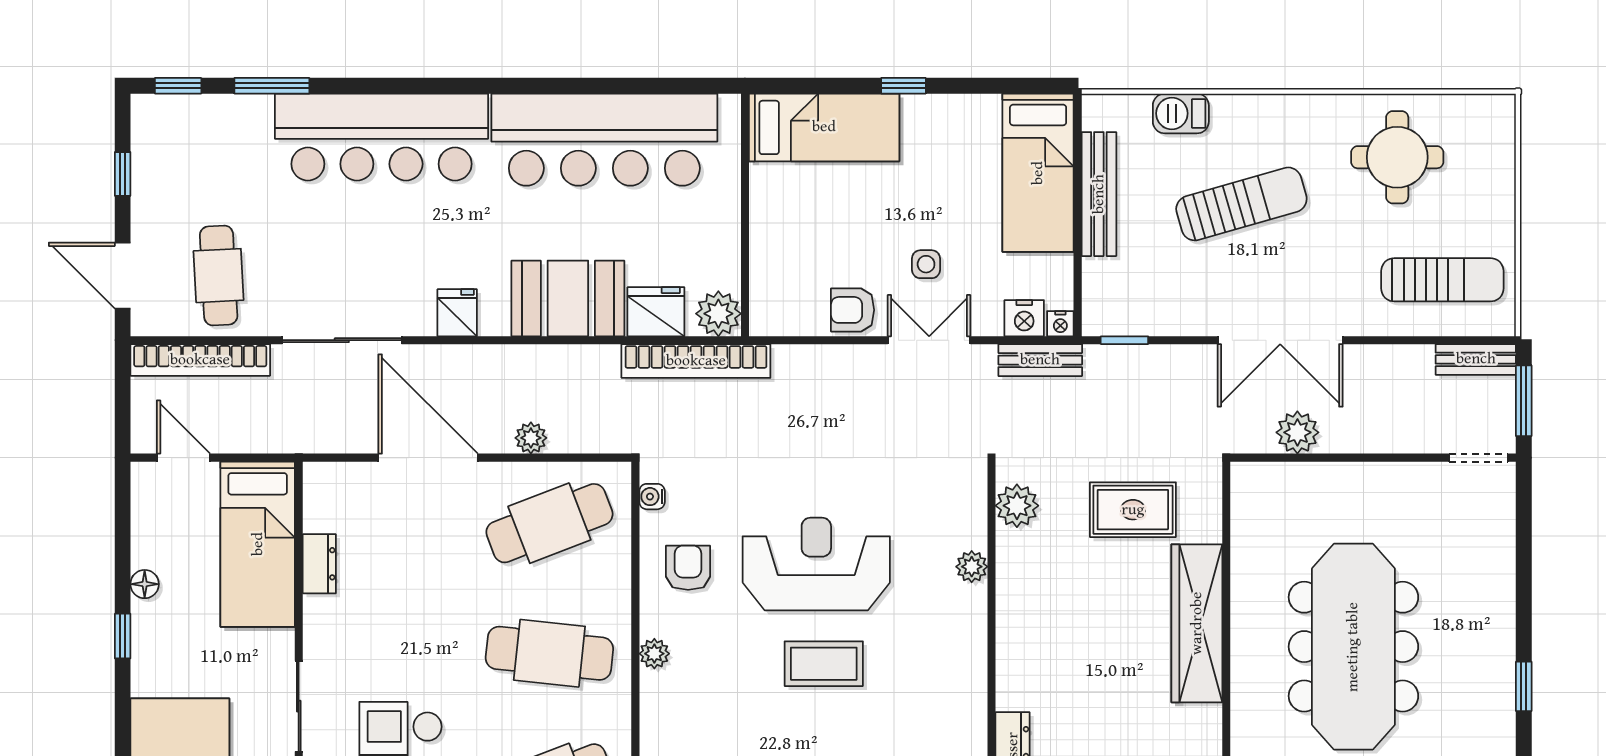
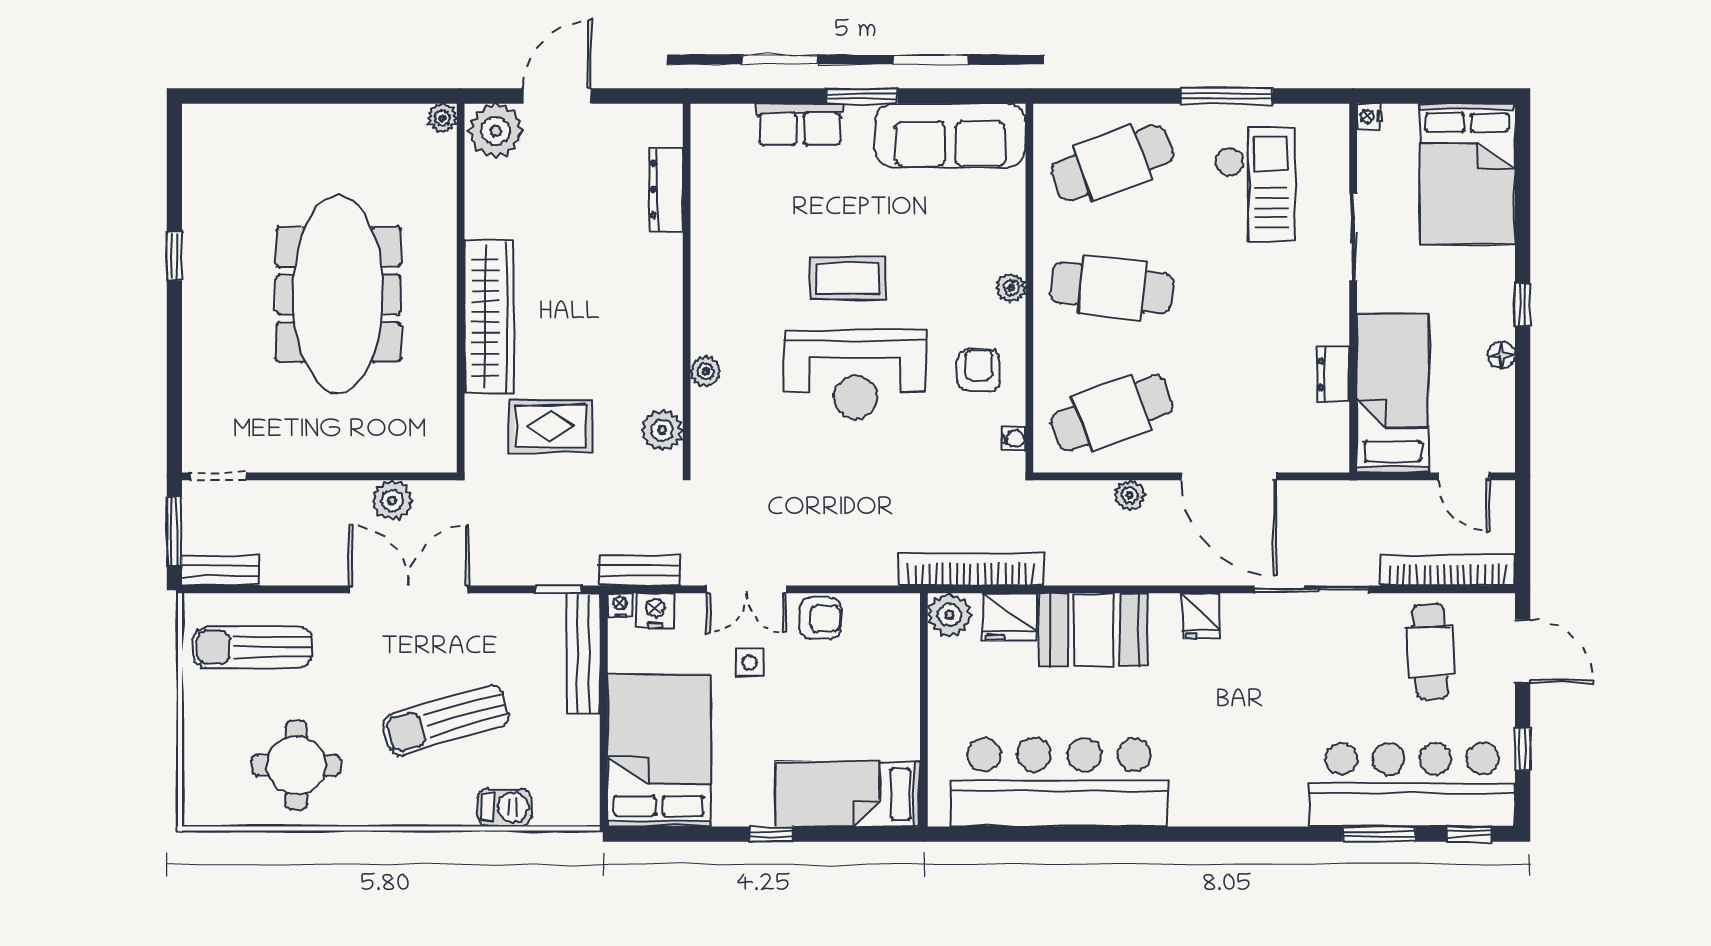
bar counter: (381, 137) -> (1412, 785), moved
bed: (1038, 173) -> (659, 750), width x1.50
bench: (1099, 194) -> (583, 654), moved
armchair: (688, 568) -> (979, 370), turned 180

